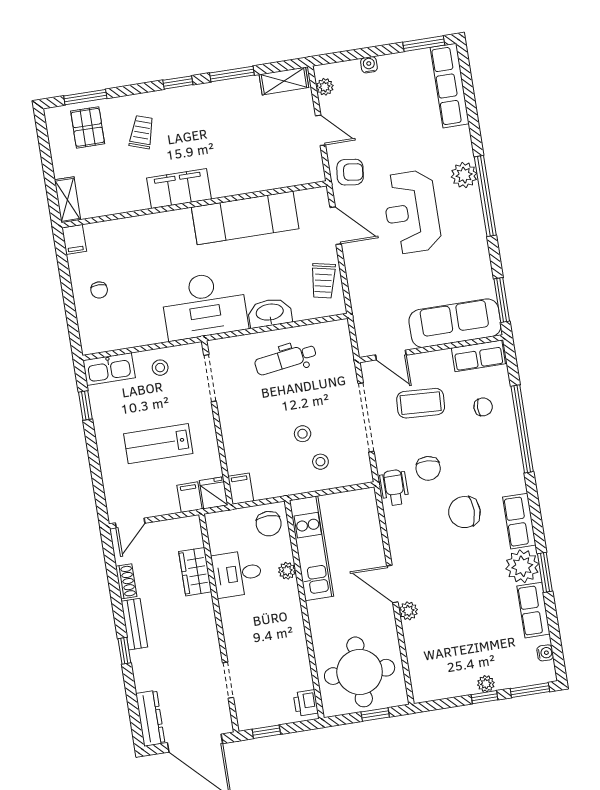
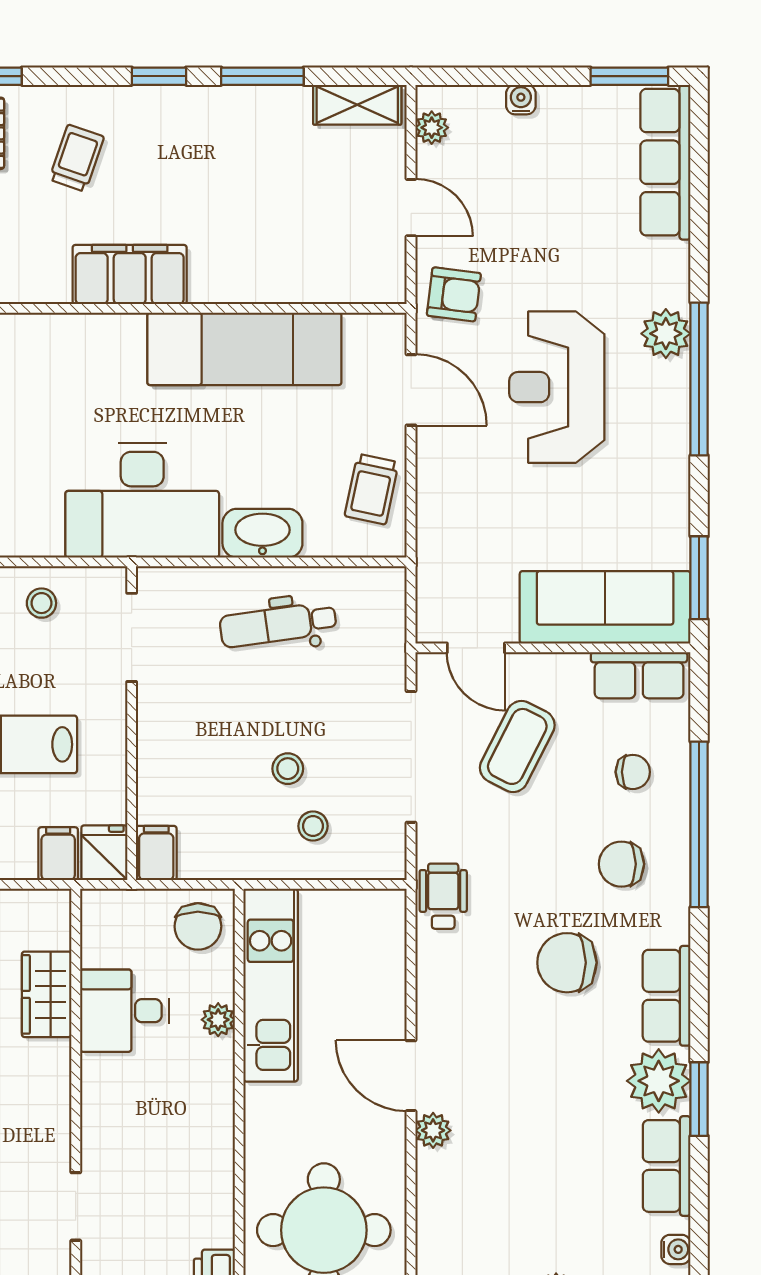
coffee table: (421, 403) -> (517, 746), turned -66
chair: (428, 468) -> (621, 864), moved, turned 86

